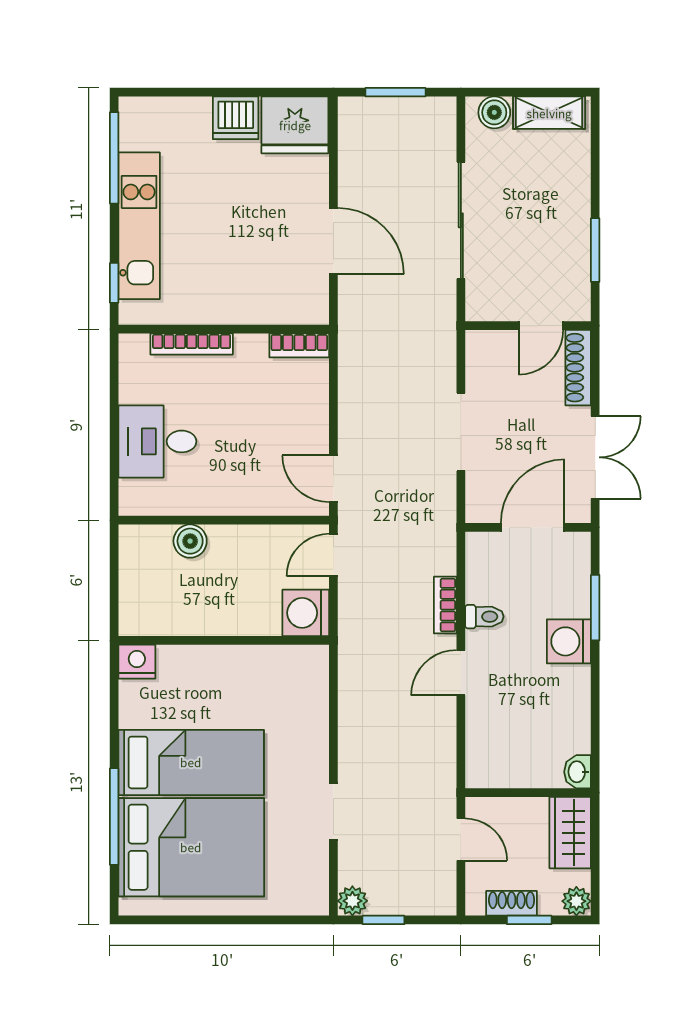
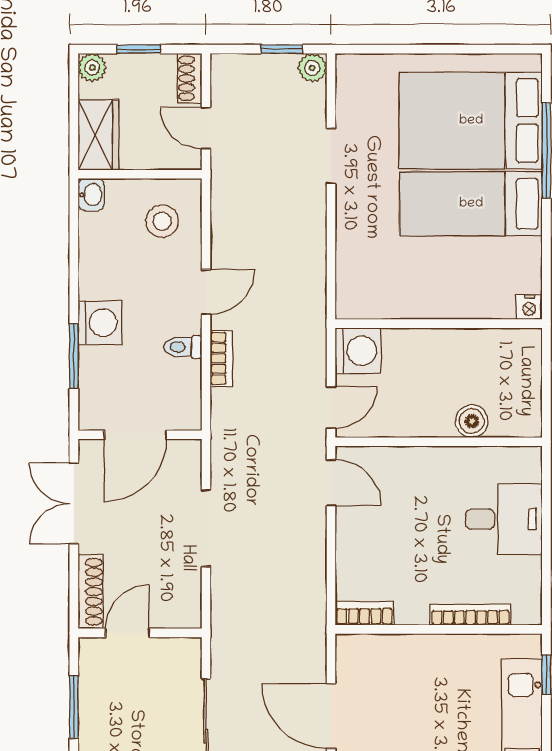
nightstand: (137, 662) -> (529, 307), width x0.72, depth x0.74
stool: (505, 745) -> (162, 221), added
shoe rack: (512, 903) -> (190, 78), moved, turned 90

